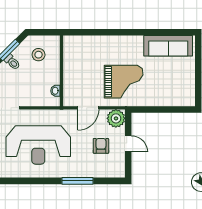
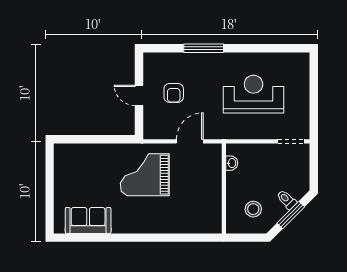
sofa: (168, 46) -> (88, 220), width x0.73
plant: (116, 118) -> (155, 128), removed
reception desk: (38, 145) -> (254, 94), width x0.74, depth x0.77

